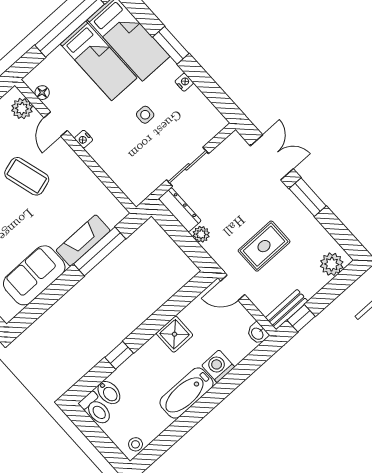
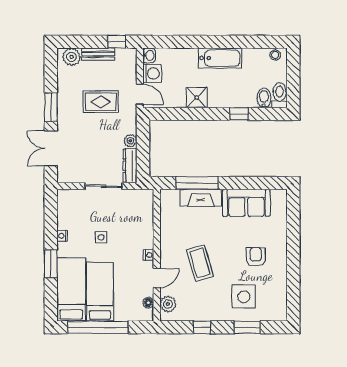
bench: (287, 310) -> (98, 54), moved
washing machine: (218, 366) -> (152, 73), moved, turned -90

